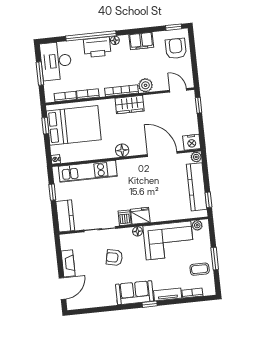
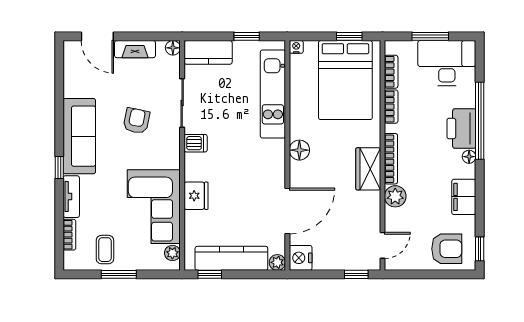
fridge: (140, 216) -> (196, 196), moved
floor lamp: (138, 231) -> (173, 48), moved
sofa: (135, 293) -> (79, 136), width x1.36

